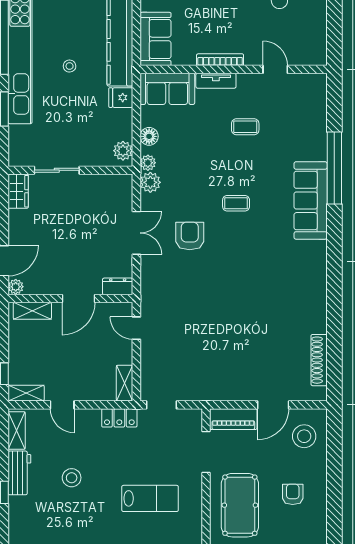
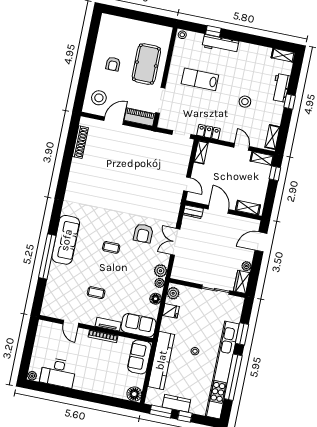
fridge: (121, 98) -> (171, 311), moved
plant: (16, 287) -> (246, 266), moved
door: (79, 299) -> (218, 209), hinge flipped
workbench: (19, 473) -> (281, 88), moved

